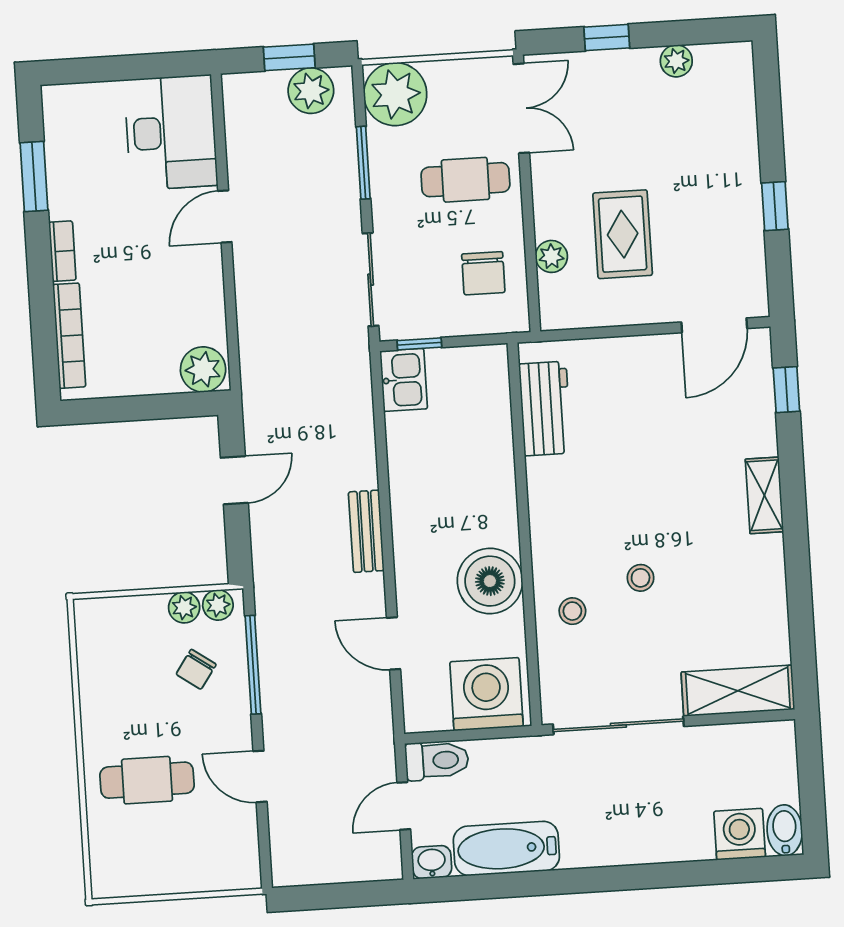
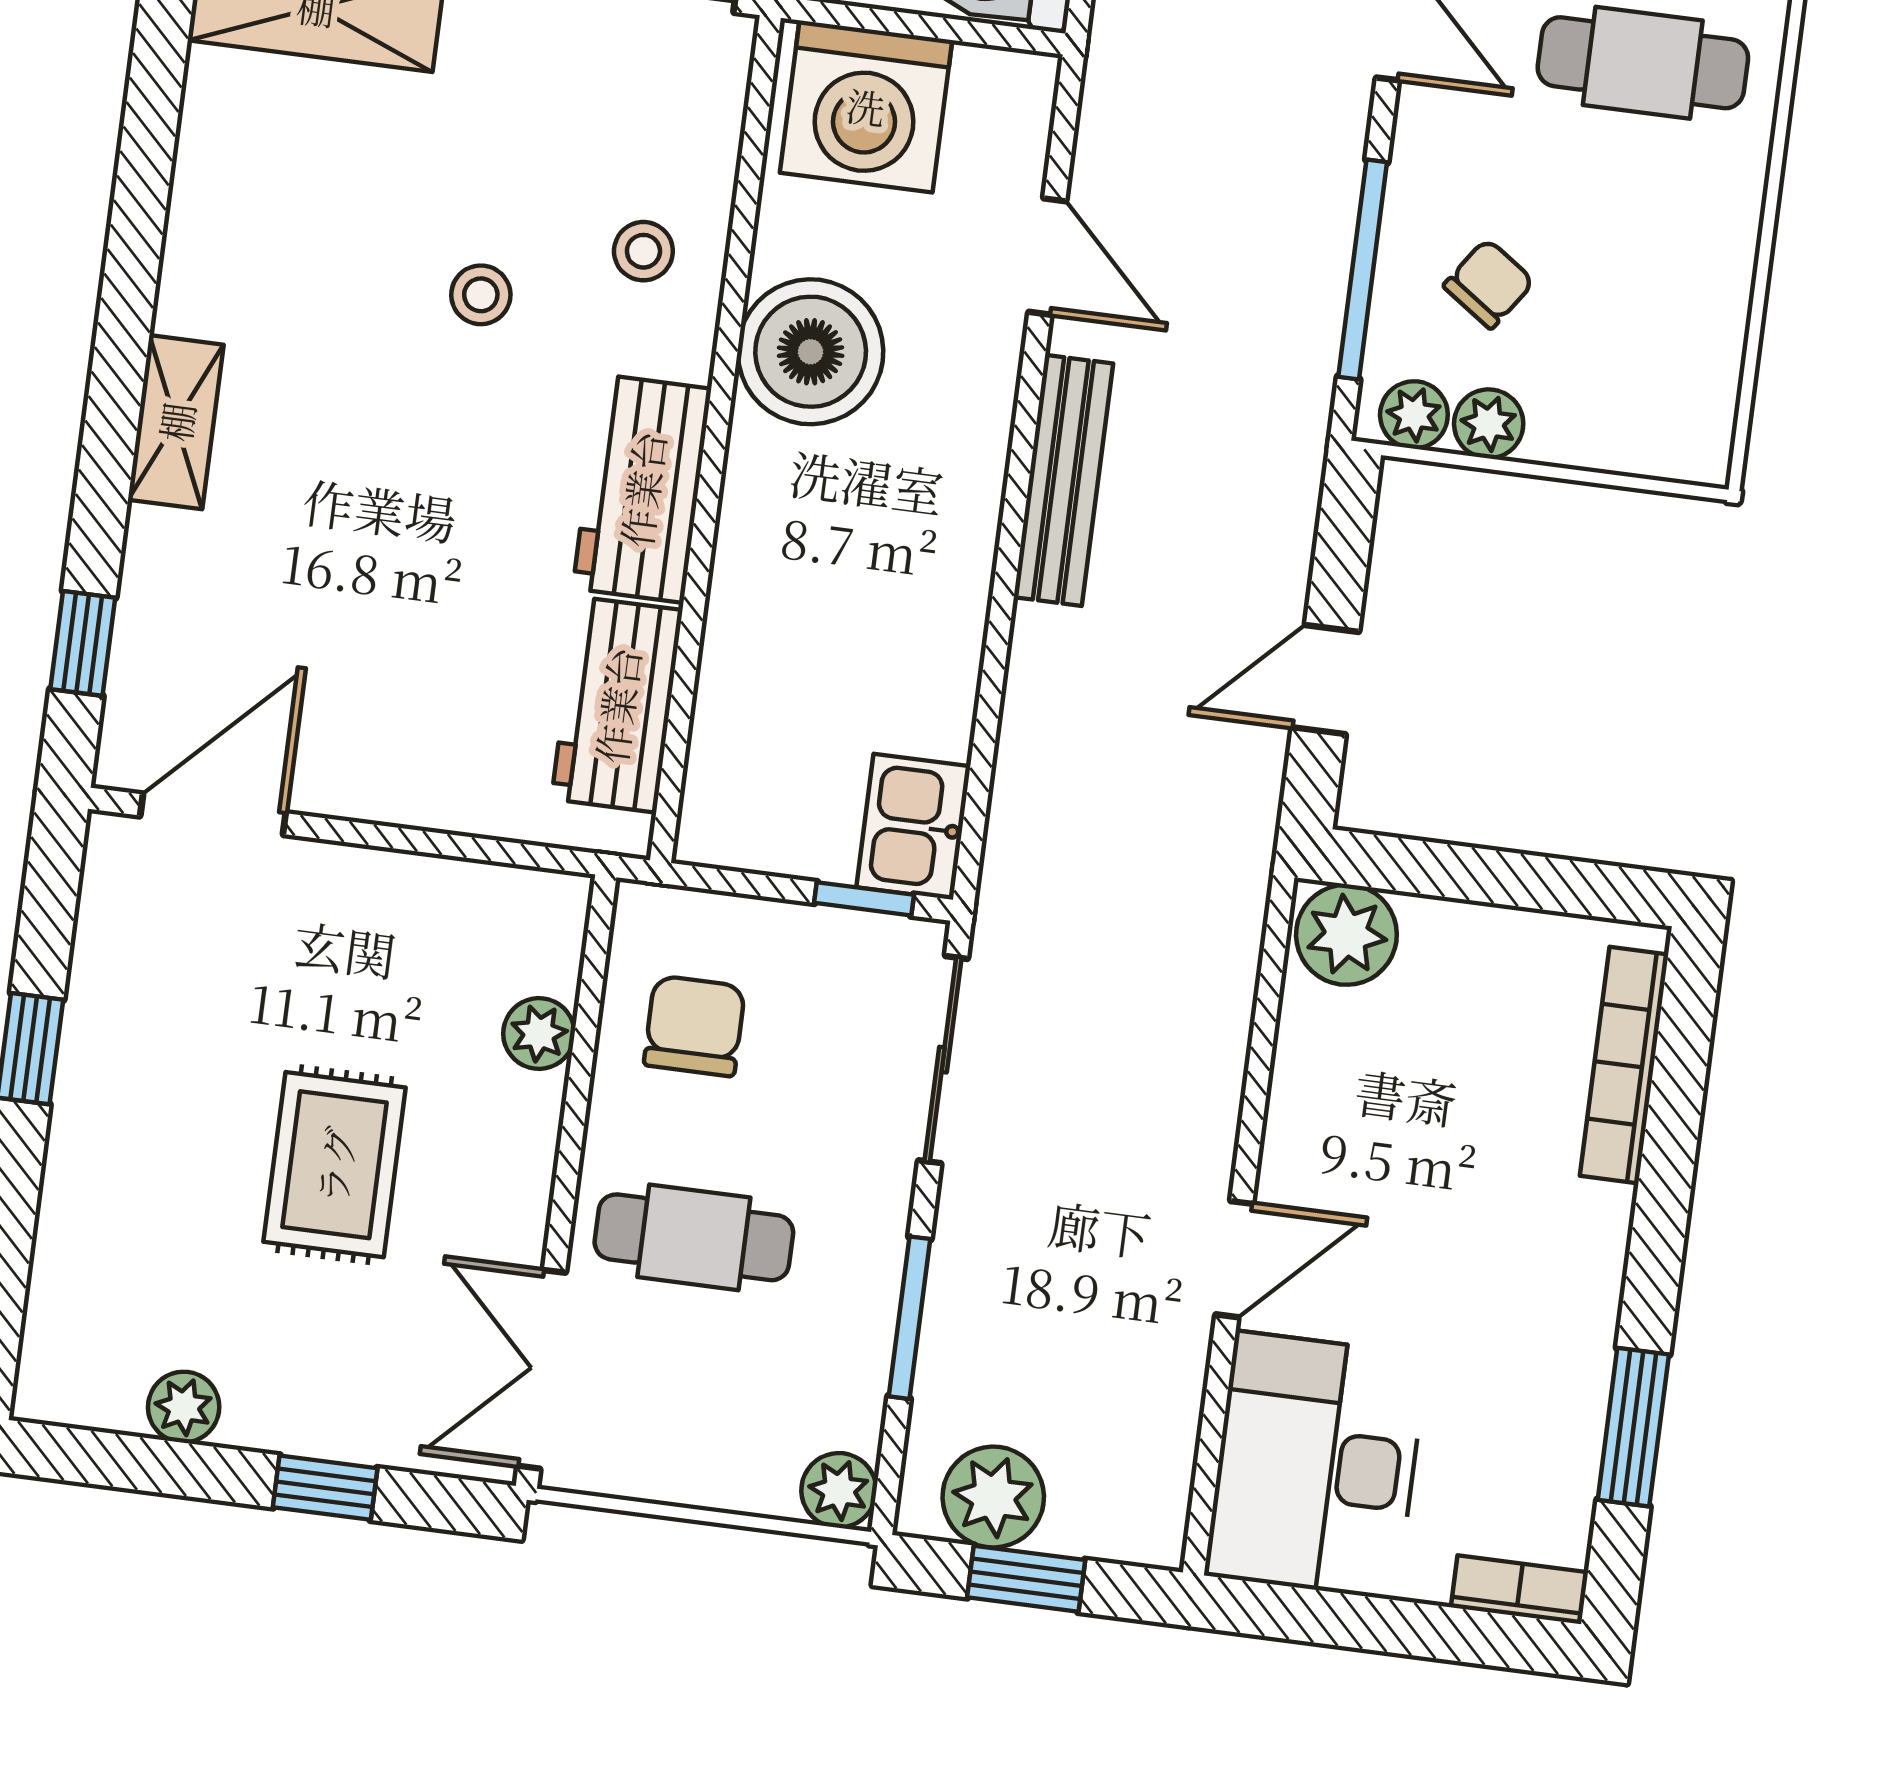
plant: (395, 94) -> (839, 1490), width x0.53, depth x0.53
rug: (623, 234) -> (335, 1165), moved
bookcase: (62, 251) -> (1519, 1590), moved, turned 90
workbench: (553, 506) -> (642, 489), added
bench: (366, 531) -> (1063, 480), width x1.36

